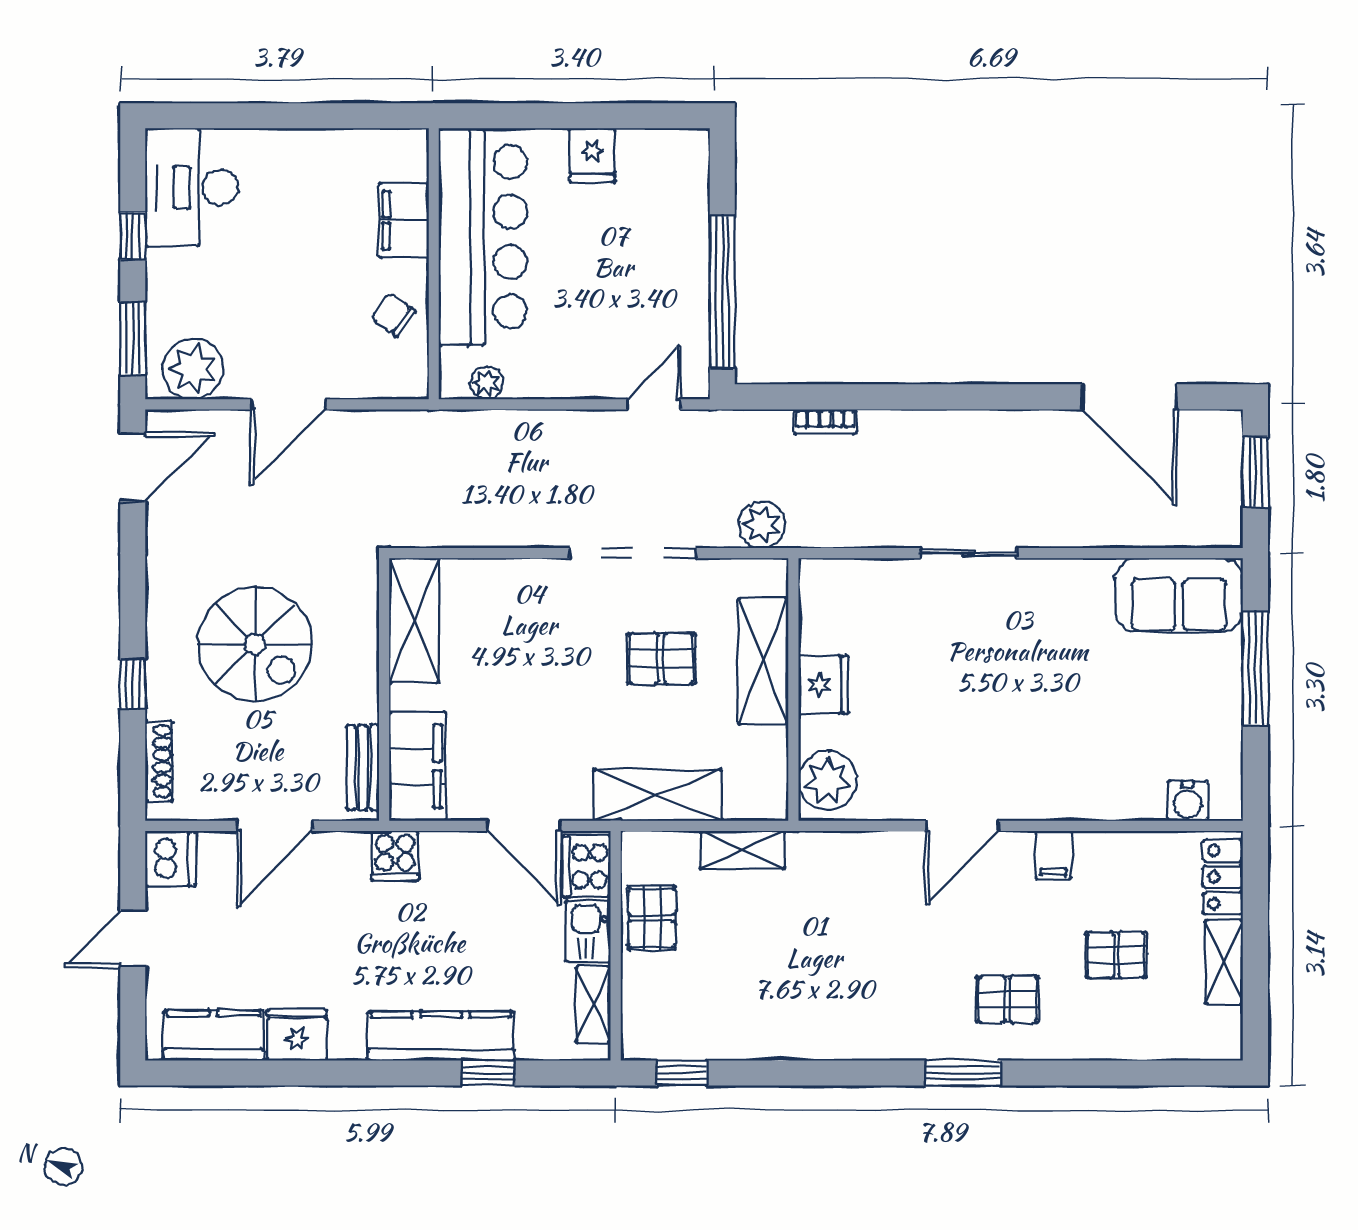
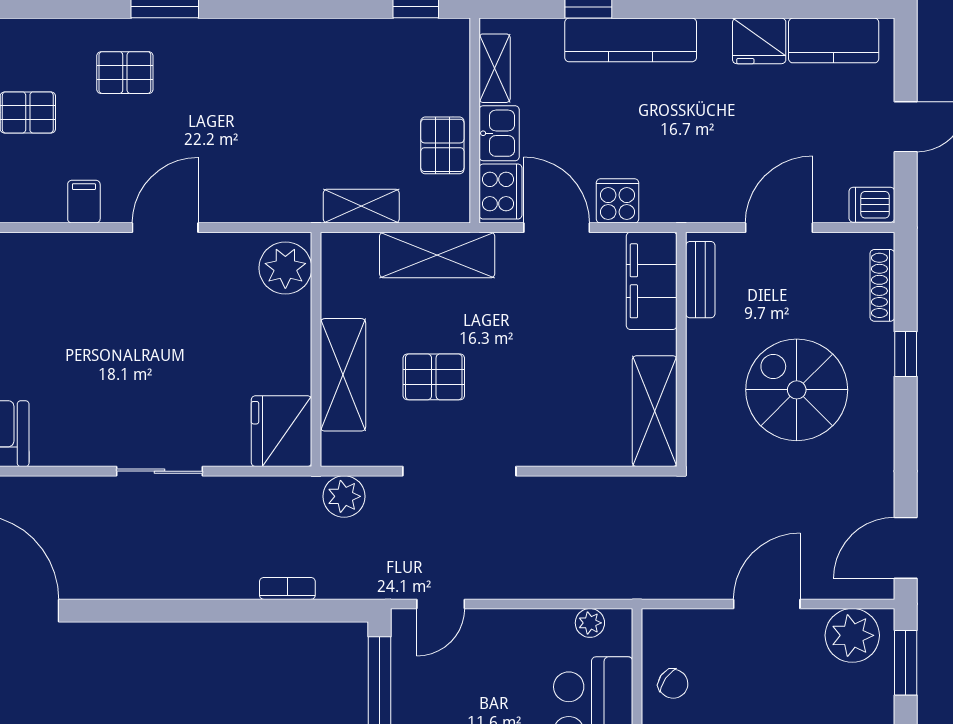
fridge: (823, 685) -> (281, 431), moved, width x1.36, depth x1.34
cooker: (395, 856) -> (617, 201), moved
dishwasher: (171, 859) -> (872, 205), width x0.73

